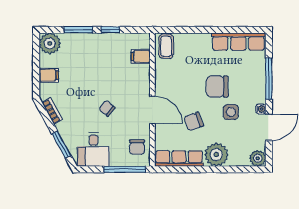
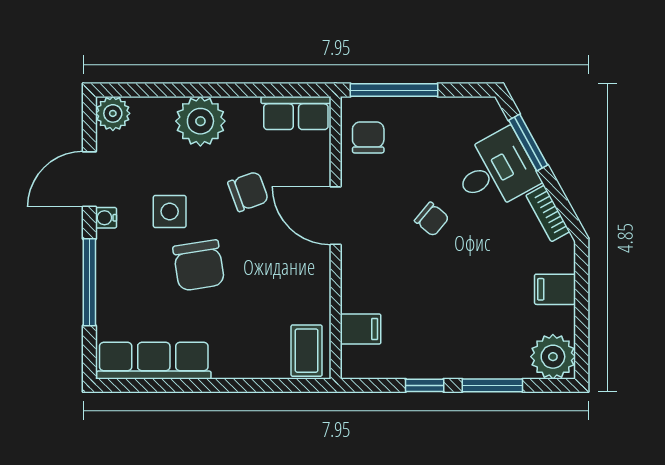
chair: (217, 87) -> (199, 265), turned 81
desk: (94, 149) -> (495, 171), moved, turned 61
row of seats: (179, 159) -> (296, 113), width x0.68

